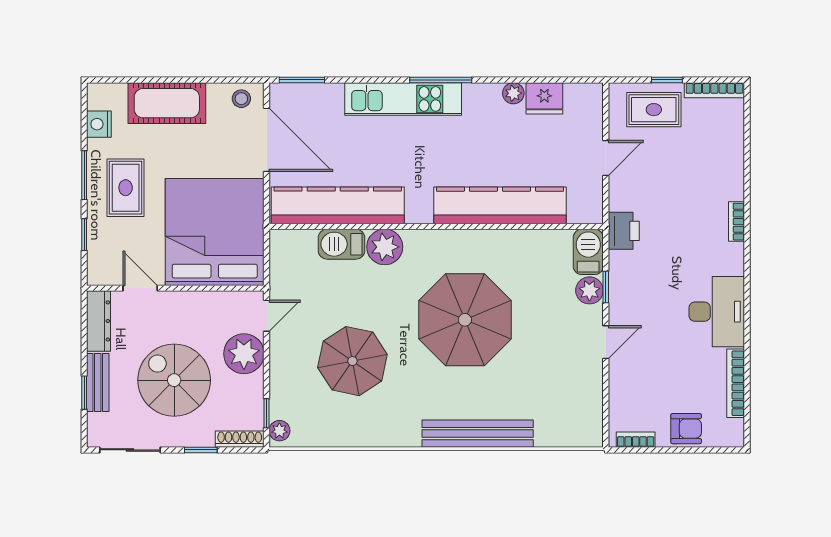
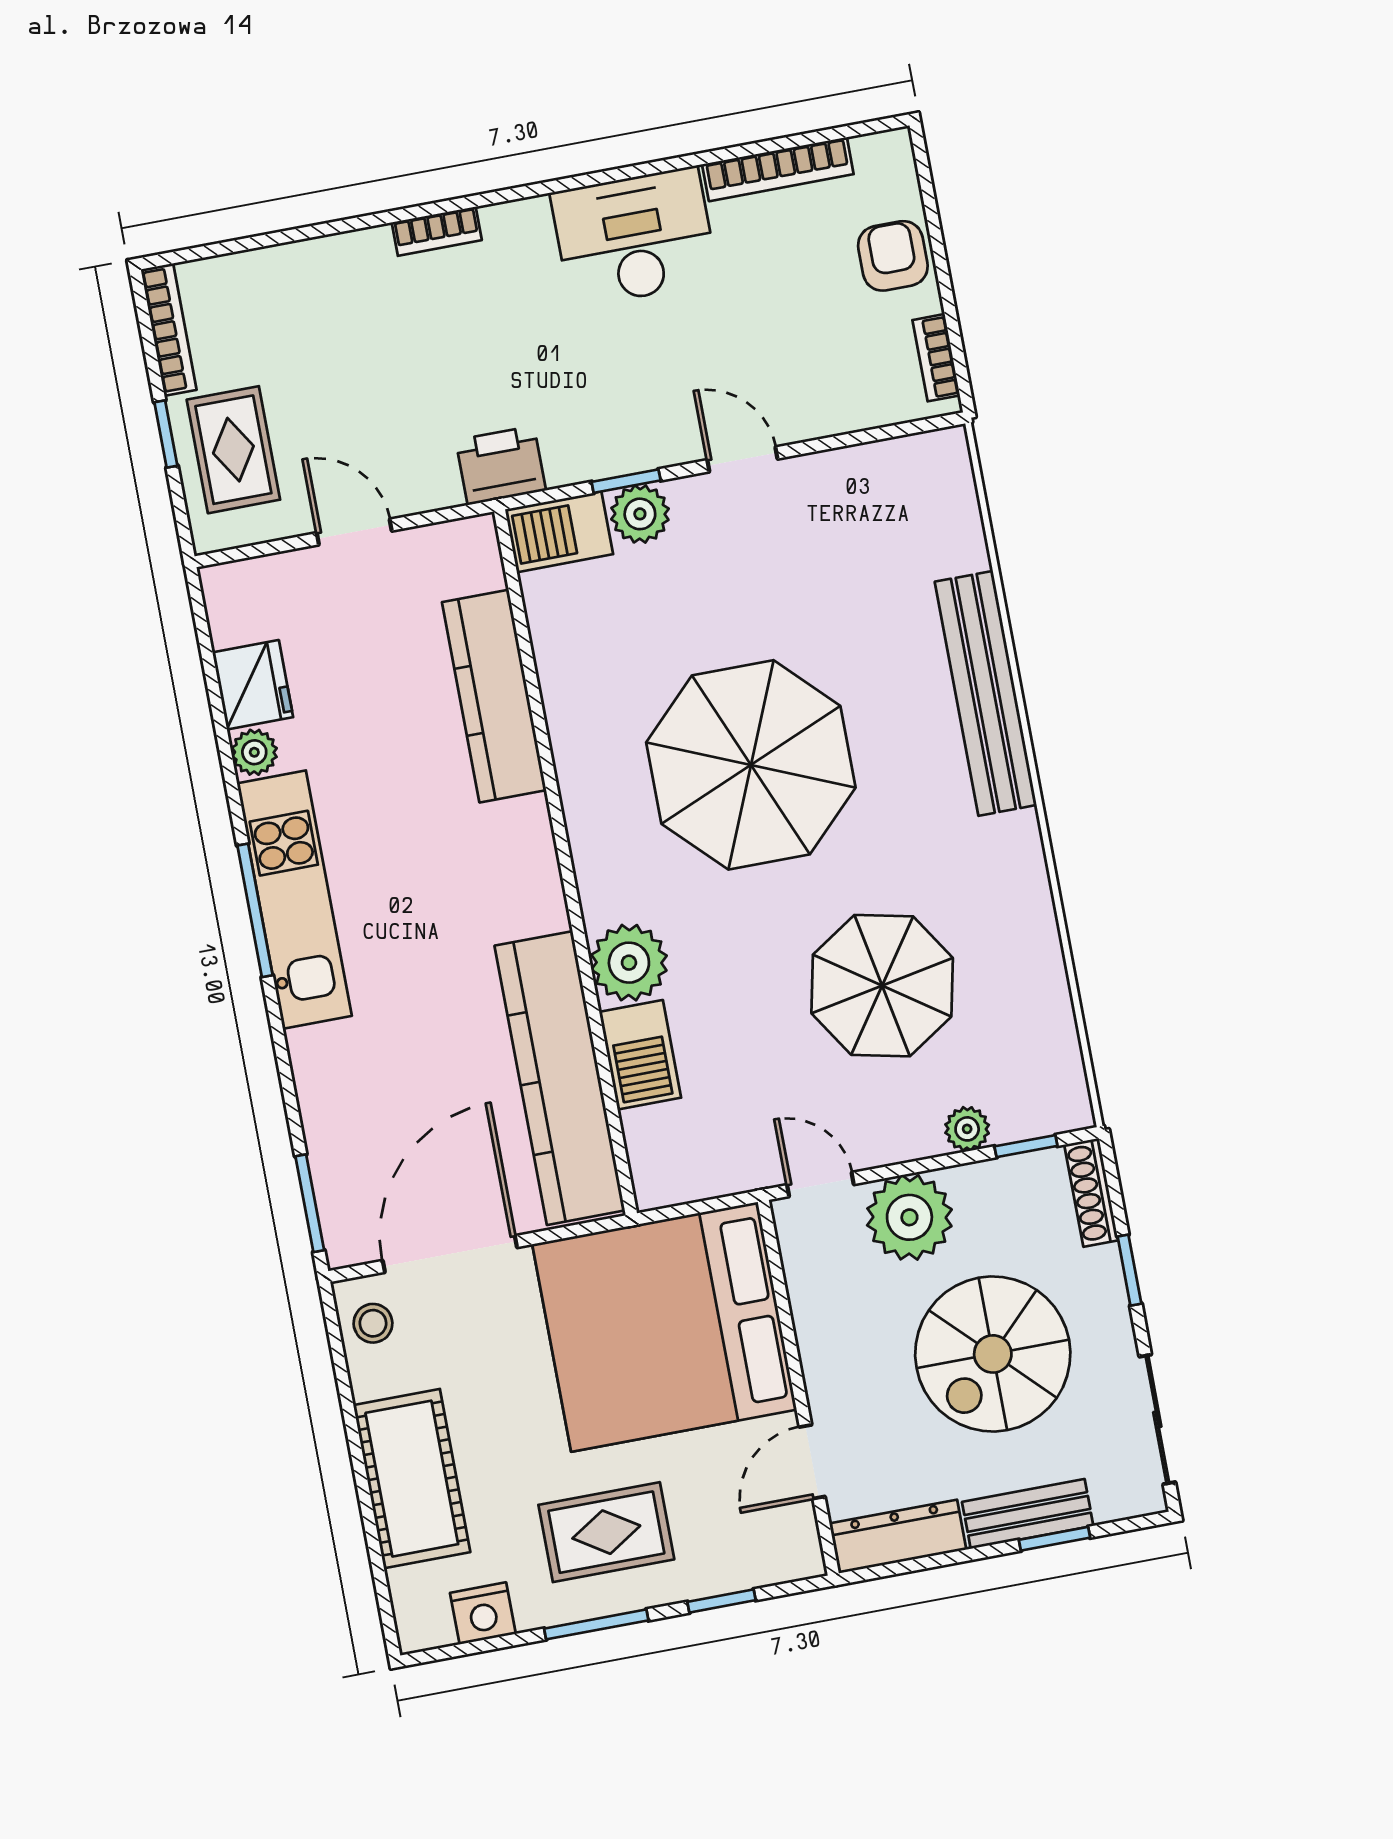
kitchen unit: (403, 99) -> (294, 900), moved
kitchen counter: (500, 205) -> (494, 696), width x0.72, depth x0.86
plant: (279, 431) -> (967, 1129), moved

